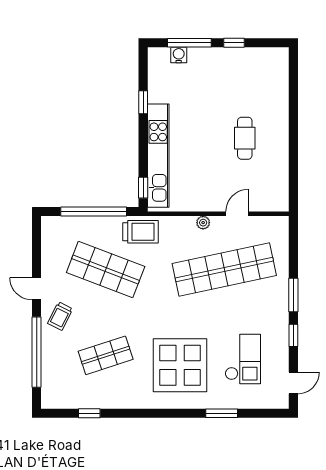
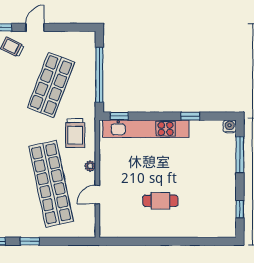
window: (234, 43) -> (240, 209), moved
water cooler: (179, 55) -> (230, 126), moved, turned -90
door: (237, 214) -> (97, 195), swing flipped
trolley: (140, 232) -> (75, 133), moved
window: (293, 295) -> (30, 241), width x0.67

